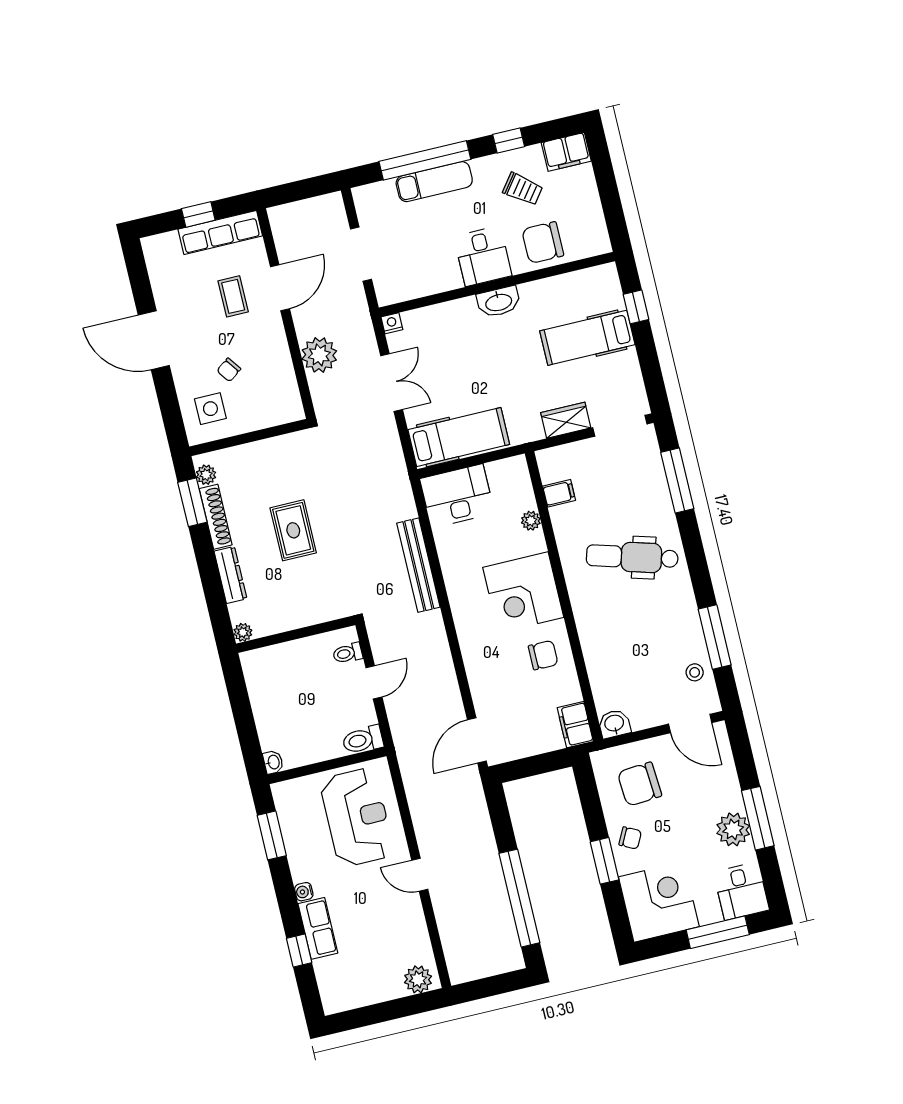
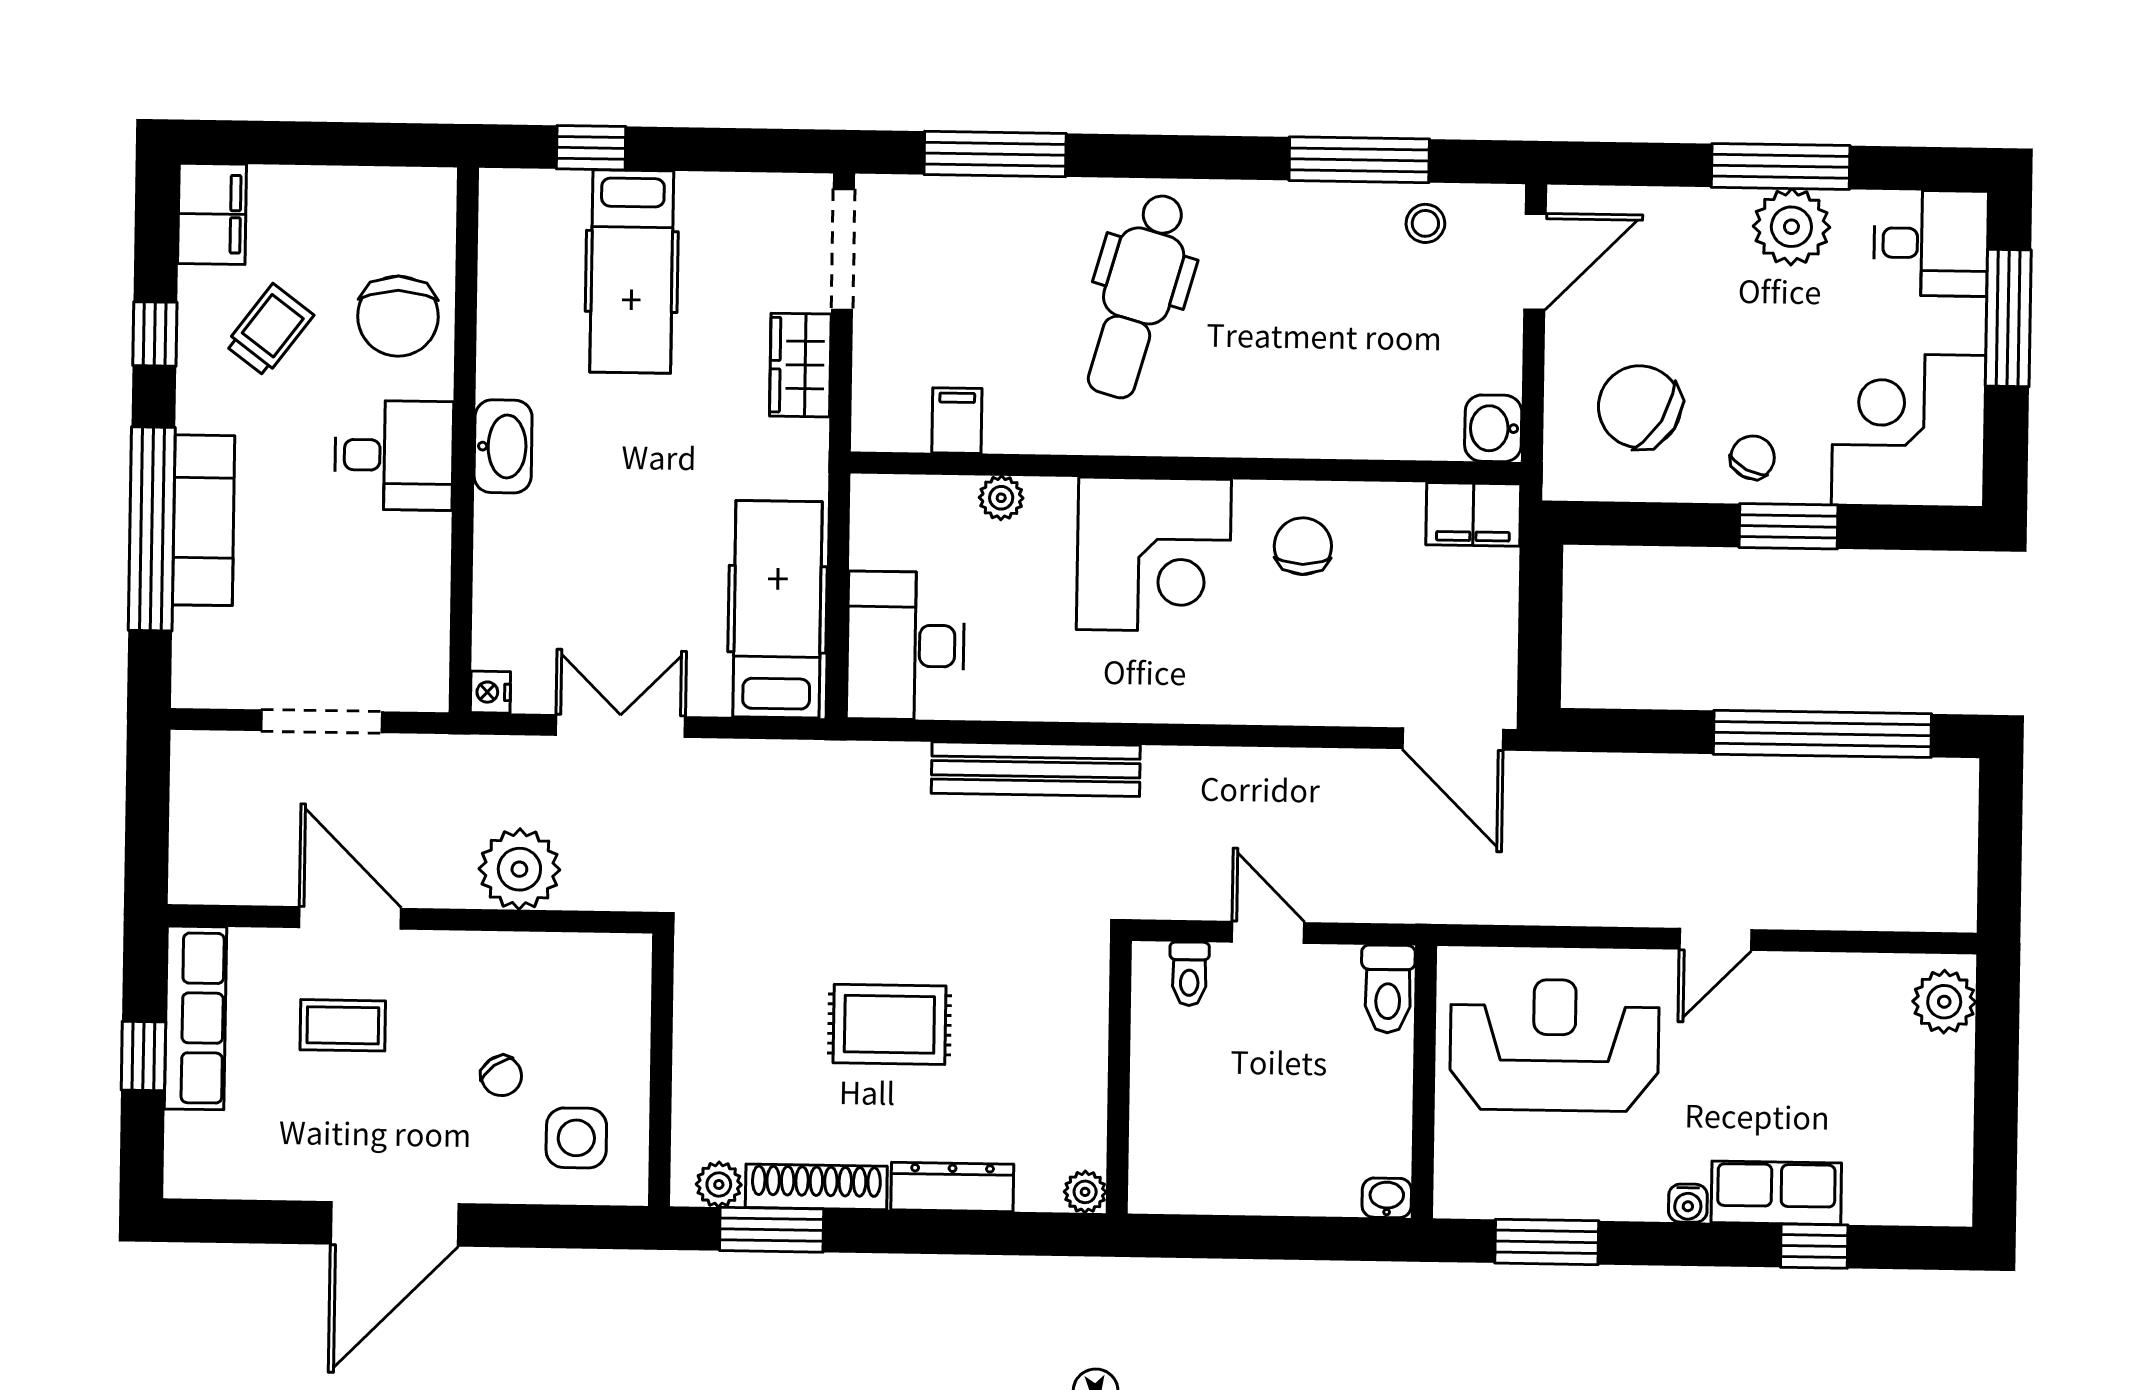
chair: (640, 784) -> (1640, 407), turned 125

